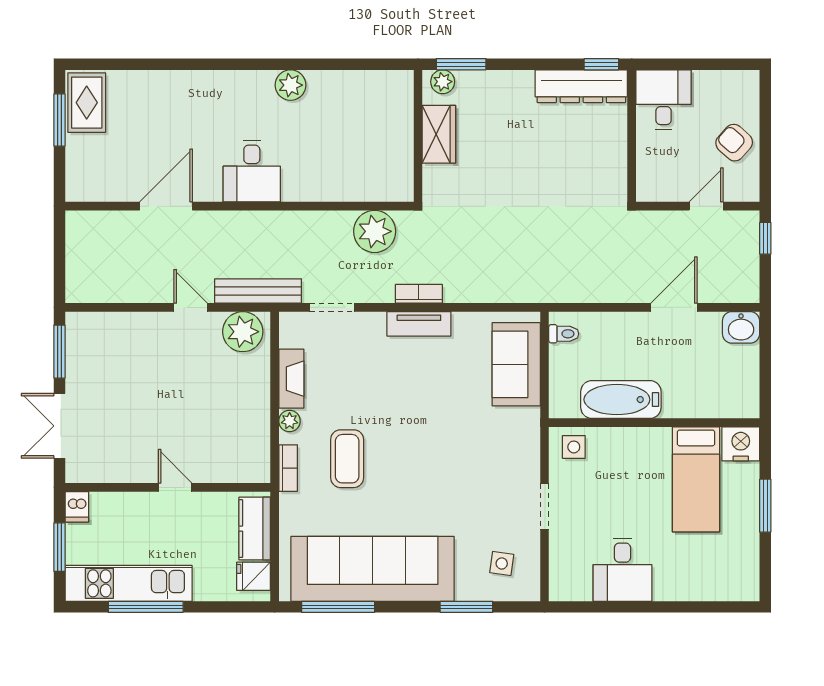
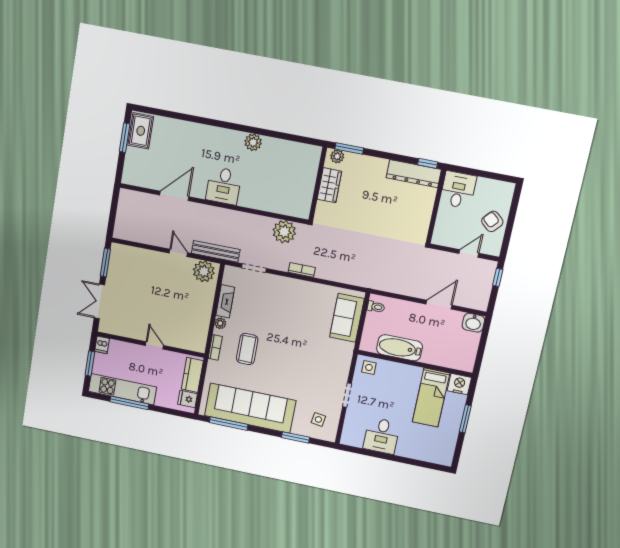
tv unit: (419, 324) -> (299, 286), removed

